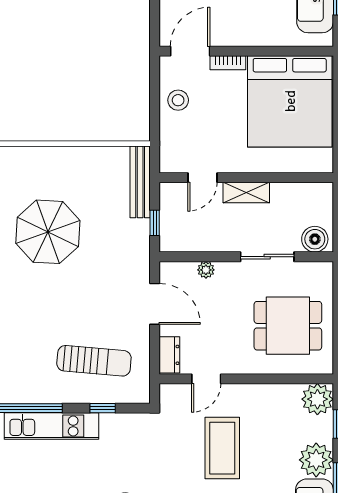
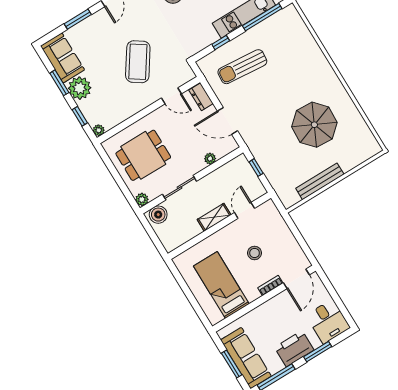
stool: (178, 100) -> (255, 253), moved
bed: (290, 101) -> (221, 285), width x0.49
bench: (140, 182) -> (320, 181), moved, turned 90
plant: (324, 271) -> (142, 199), added
door: (206, 379) -> (171, 96), swing flipped
plant: (317, 399) -> (99, 130), width x0.53, depth x0.53
coffee table: (222, 448) -> (138, 62), turned 34

